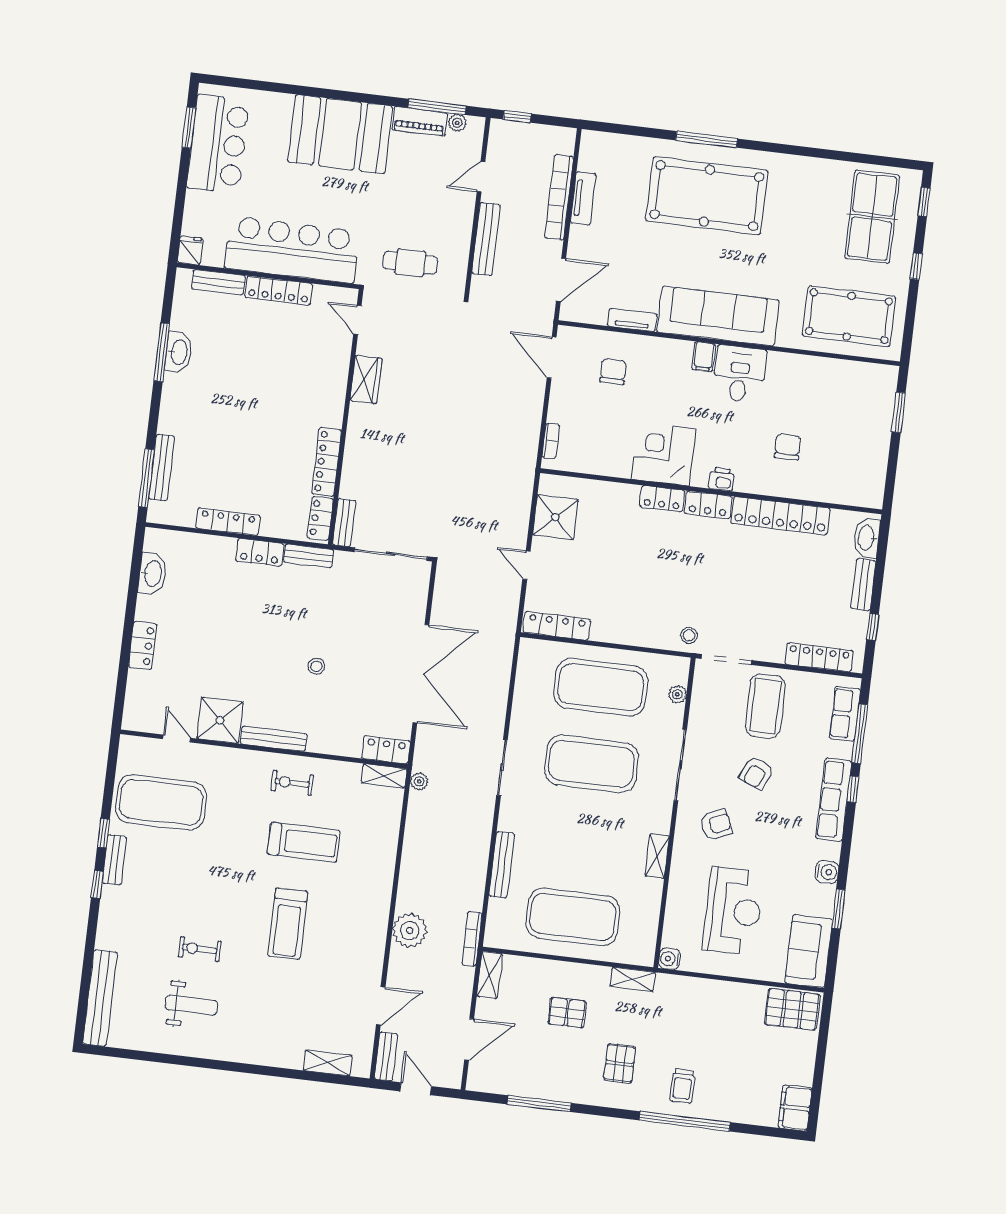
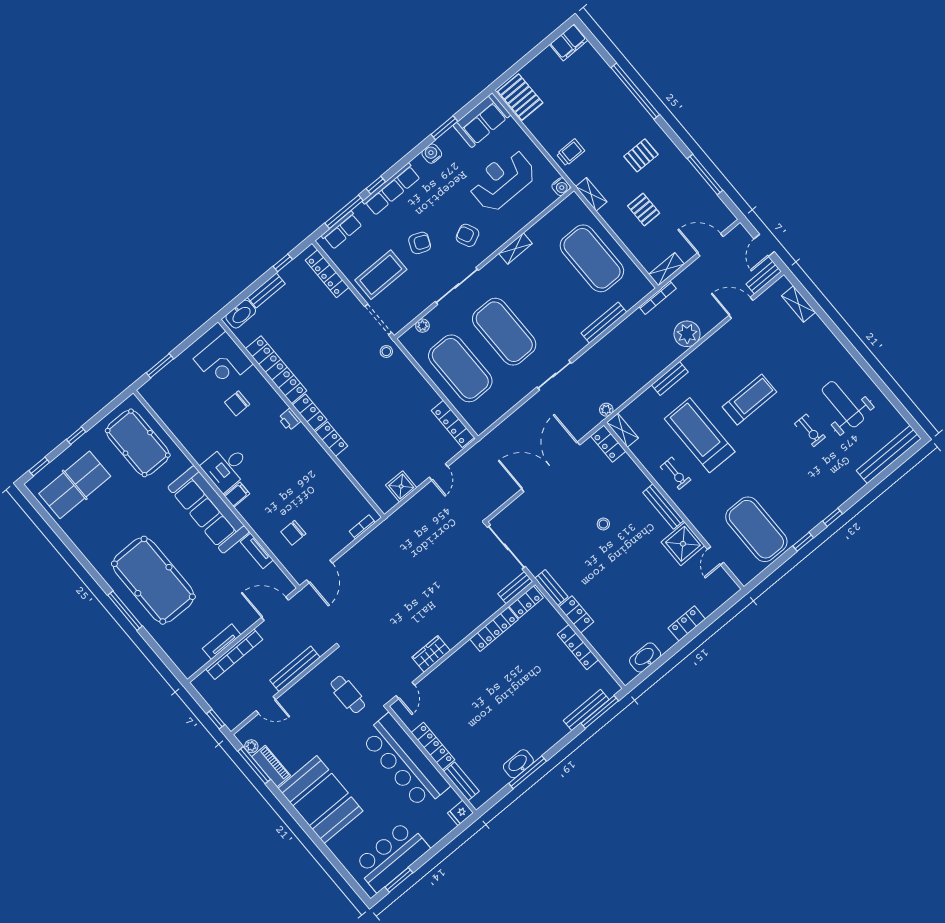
corner desk: (664, 454) -> (223, 361), moved
shower: (555, 517) -> (401, 486), width x0.73, depth x0.73
treadmill: (304, 842) -> (700, 435), width x1.37, depth x1.38
bench: (114, 860) -> (670, 379), moved
weight bench: (191, 1005) -> (843, 404), width x1.36, depth x1.33
trolley: (682, 1086) -> (570, 152), moved

